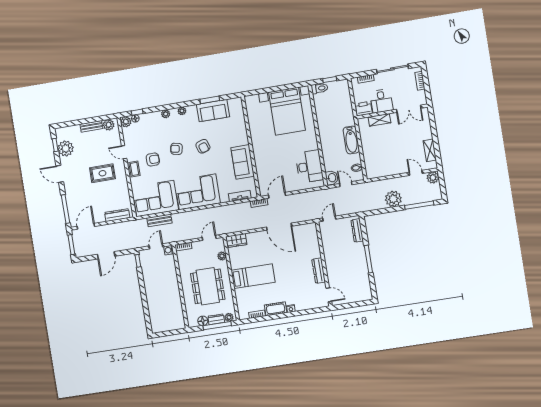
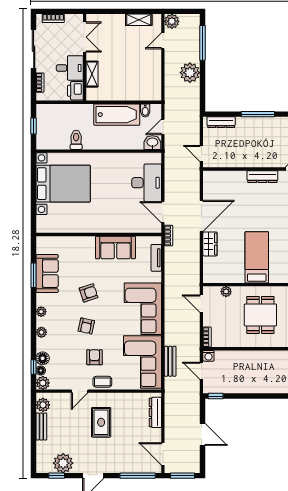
toilet: (320, 88) -> (76, 140), moved
floor lamp: (145, 118) -> (43, 358), added
bathtub: (351, 140) -> (117, 115), width x1.36, depth x1.36
desk: (309, 166) -> (147, 183), moved, turned 90
wardrobe: (236, 241) -> (210, 244), moved
dining table: (208, 286) -> (260, 315), width x0.73

